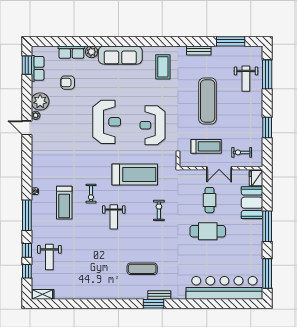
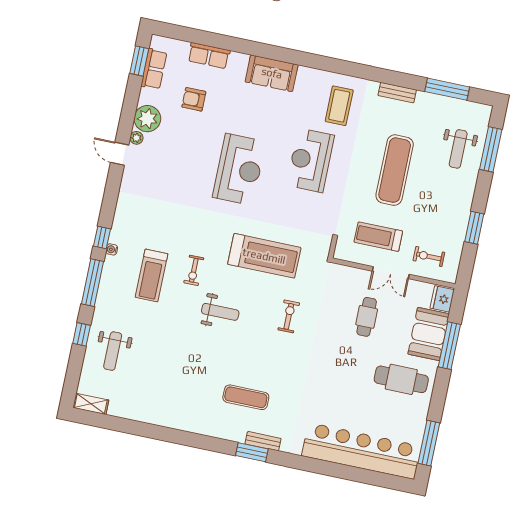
plant: (92, 52) -> (239, 61), removed
sofa: (120, 55) -> (272, 73), width x0.73
reception desk: (152, 125) -> (310, 160), moved
treadmill: (206, 146) -> (378, 237), turned 180
weight bench: (114, 217) -> (220, 312), turned -90
window: (267, 226) -> (449, 346), moved
cafe table: (208, 231) -> (401, 379), moved
window: (27, 271) -> (102, 237), moved

